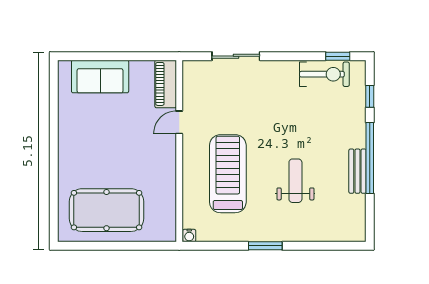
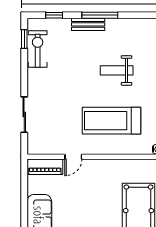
door: (179, 122) -> (73, 157), hinge flipped
window: (370, 158) -> (100, 15), width x0.68
bench: (357, 171) -> (88, 24), moved

